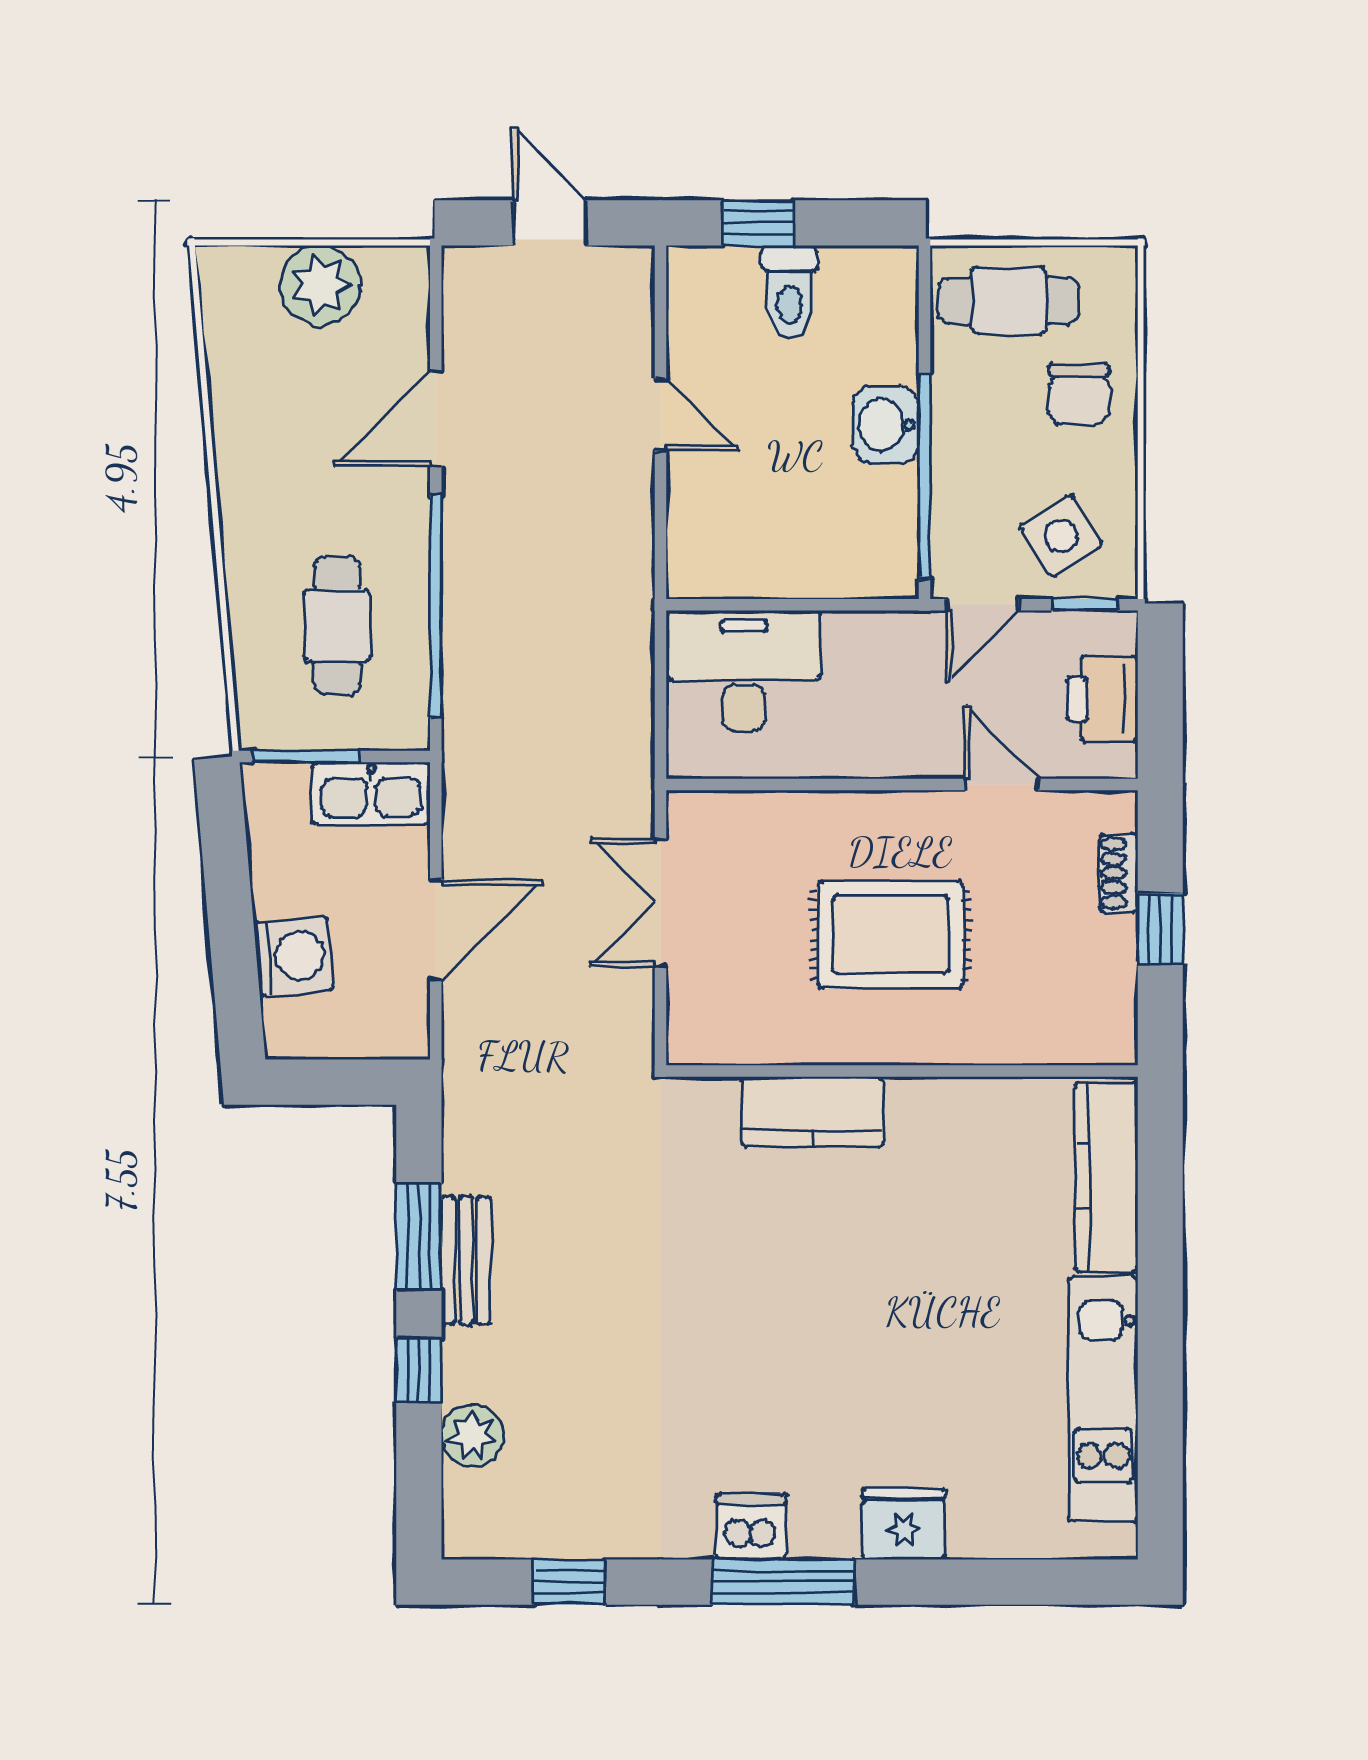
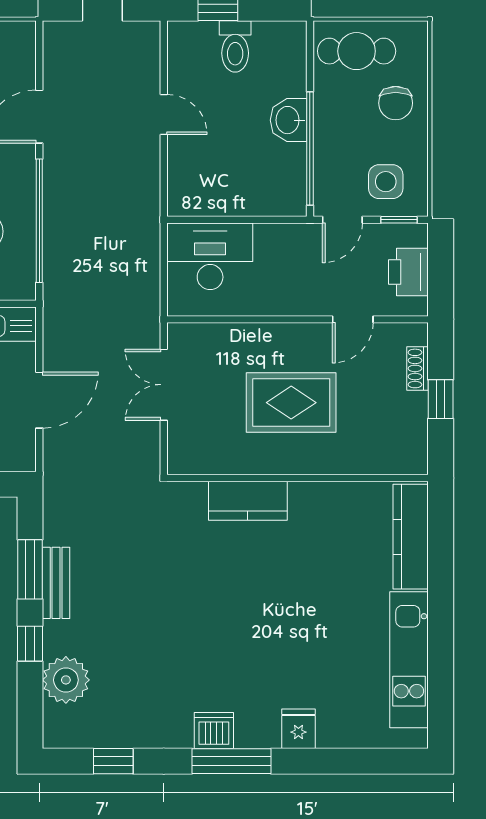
side table: (1061, 536) -> (386, 182), turned 32
door: (1001, 785) -> (353, 319), swing flipped
plant: (472, 1436) -> (66, 680), width x1.36, depth x1.36
fridge: (904, 1524) -> (298, 729), width x0.72

